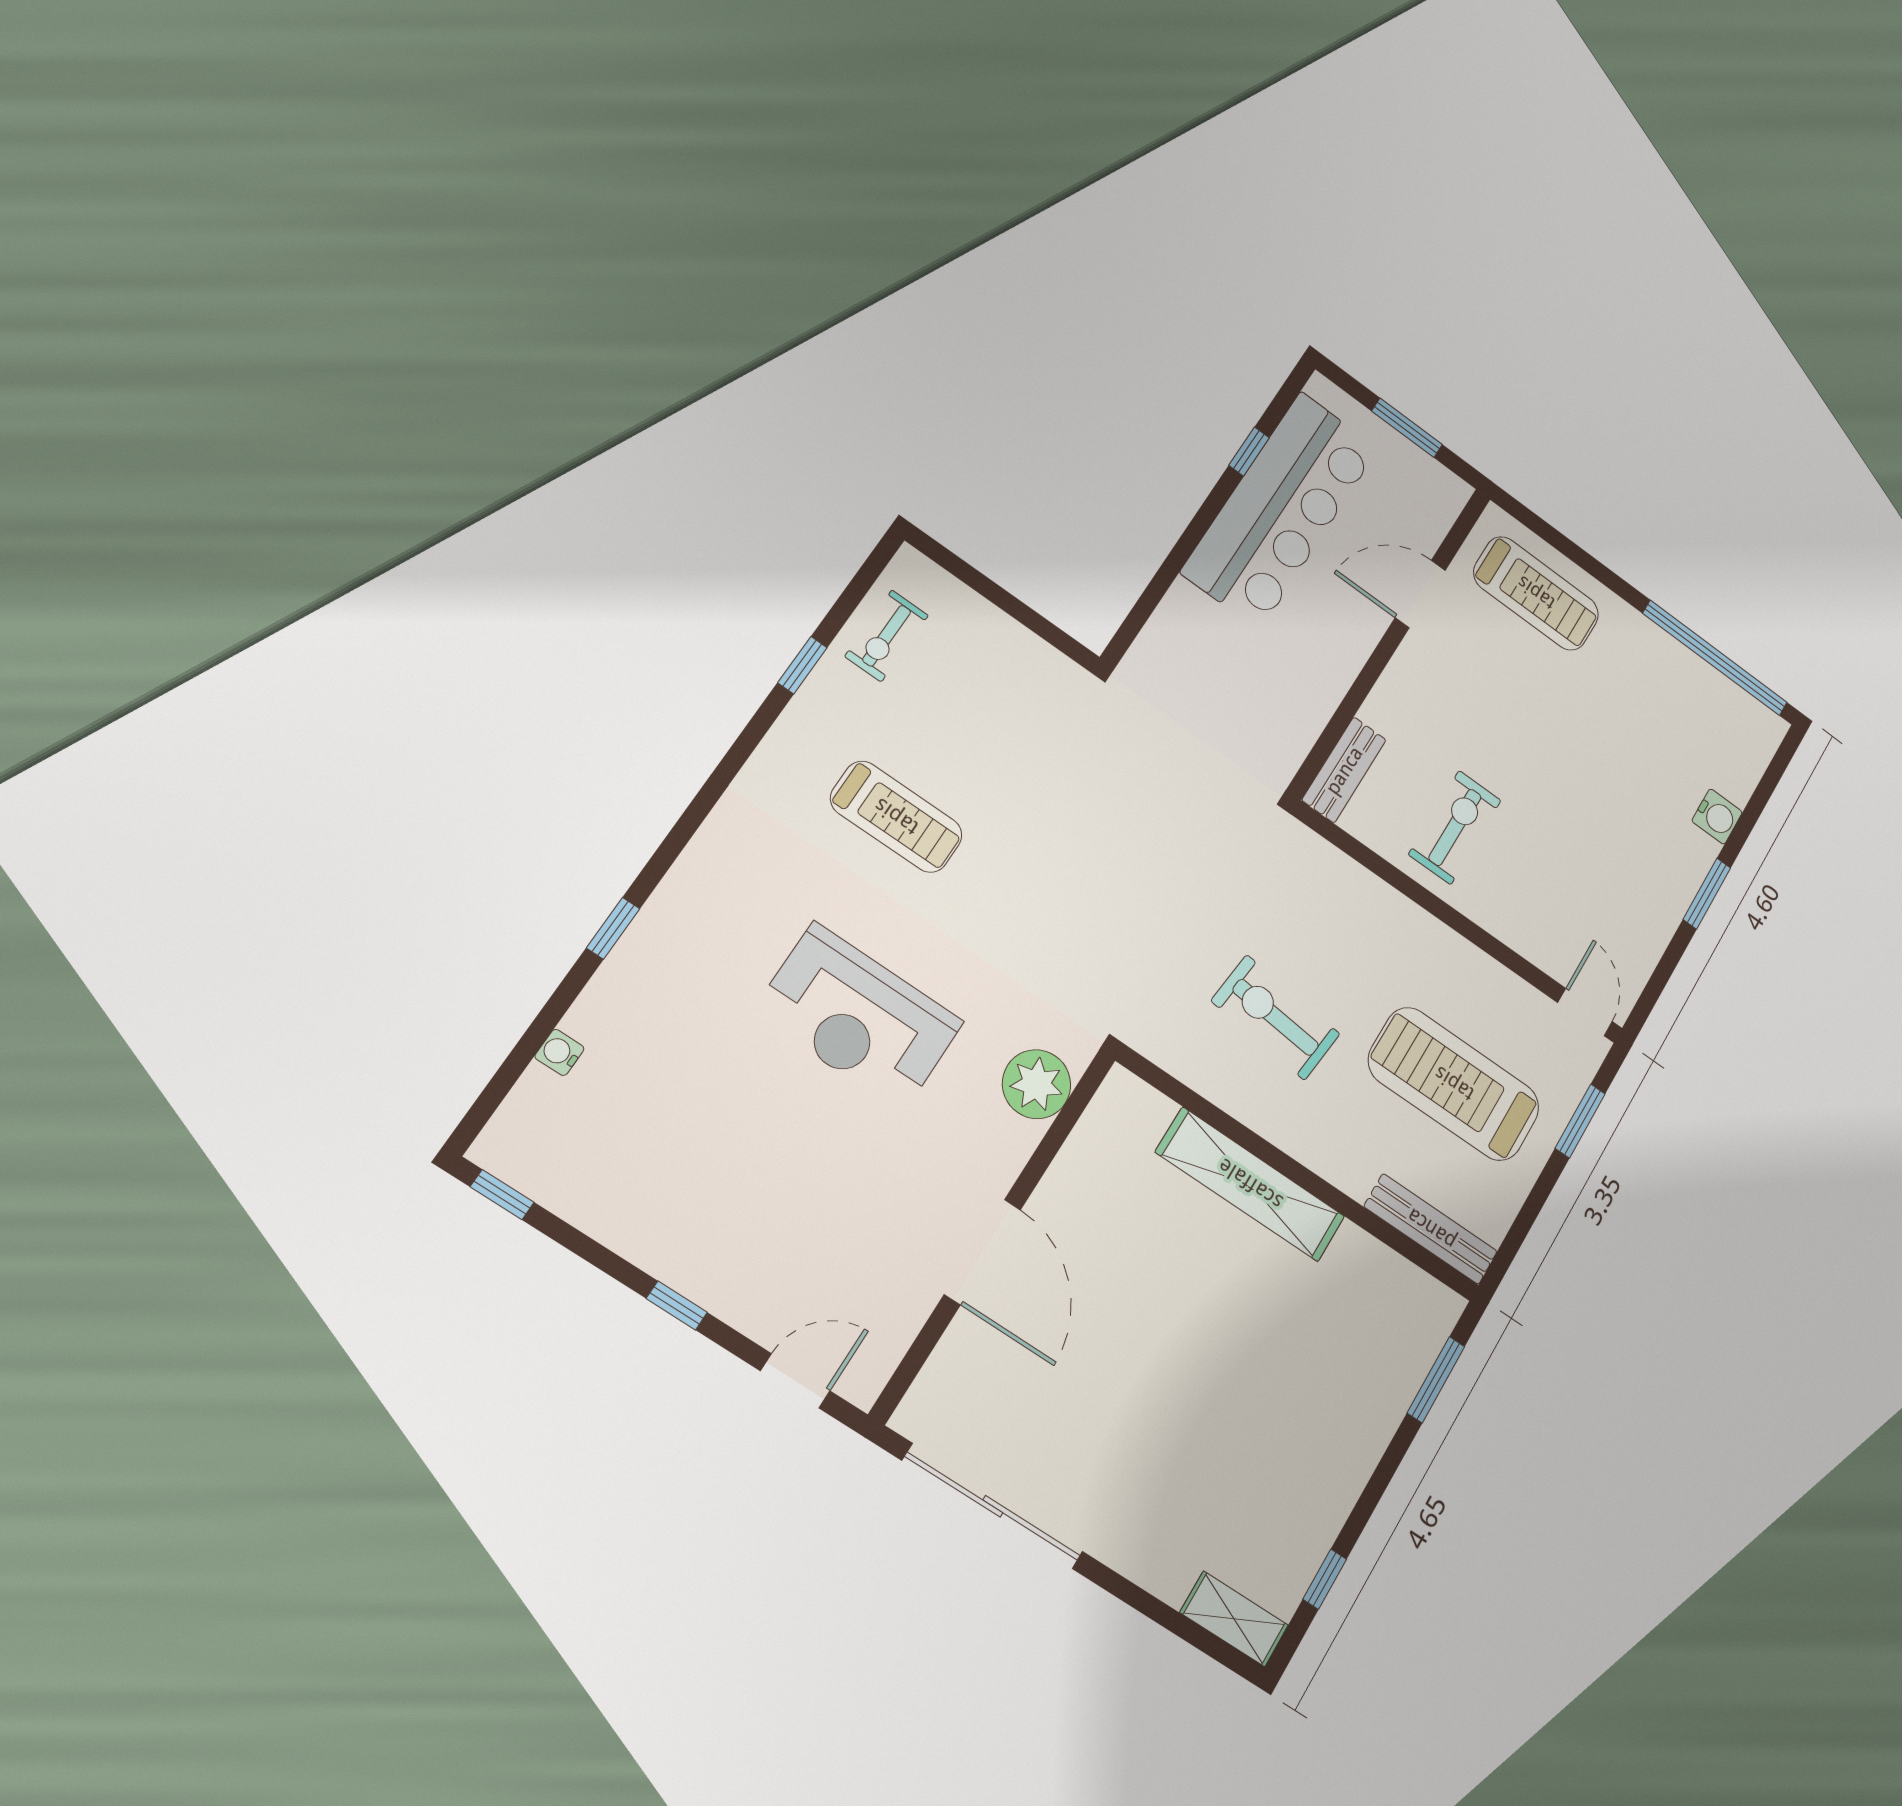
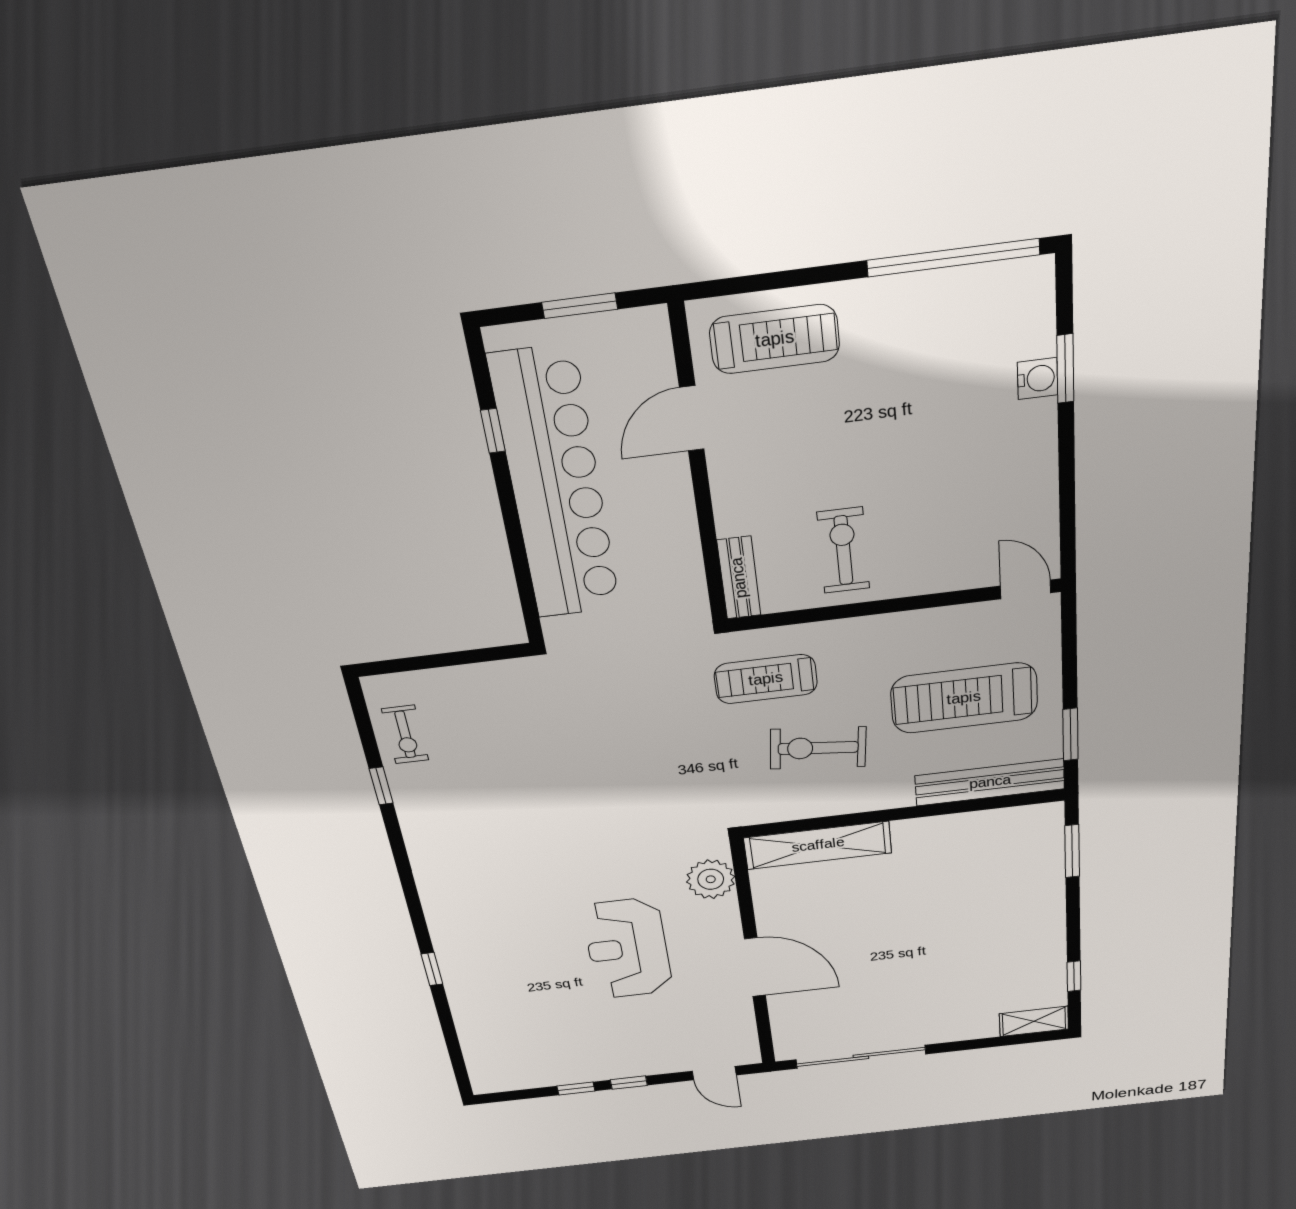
bar counter: (1281, 510) -> (556, 486), width x1.36
treadmill: (896, 817) -> (766, 679), moved, turned 180
window: (1707, 894) -> (1065, 369), moved
reception desk: (858, 1017) -> (627, 949), moved, turned 90
water cooler: (559, 1052) -> (467, 1032), removed
window: (1580, 1121) -> (1070, 735), moved
shelving: (1250, 1184) -> (818, 845), moved
window: (502, 1195) -> (576, 1088), moved
bench: (1431, 1229) -> (990, 782), width x1.37, depth x1.21
door: (795, 1381) -> (714, 1073), swing flipped

